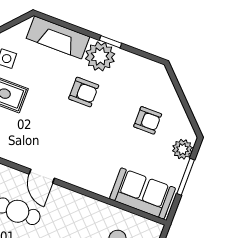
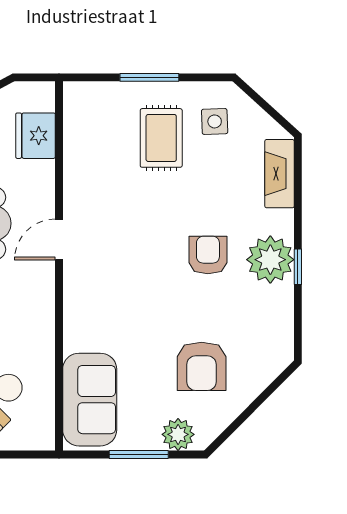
fireplace: (58, 37) -> (280, 174), width x0.73, depth x0.76
armchair: (84, 92) -> (208, 255), turned 180
armchair: (148, 120) -> (202, 366), width x1.38, depth x1.38

